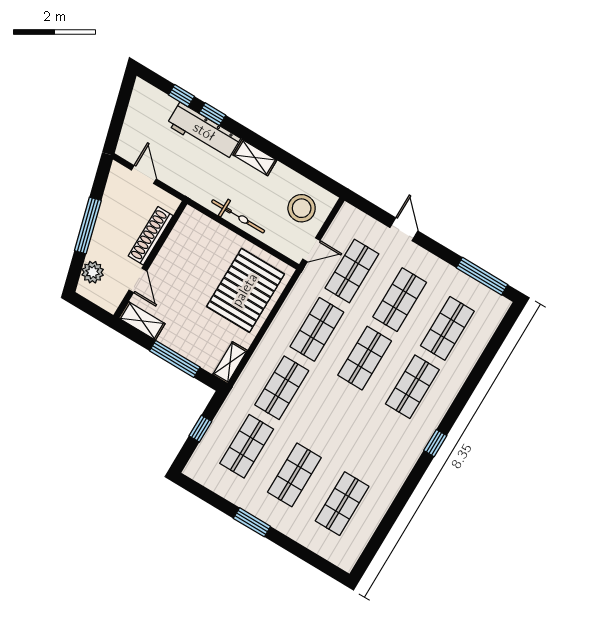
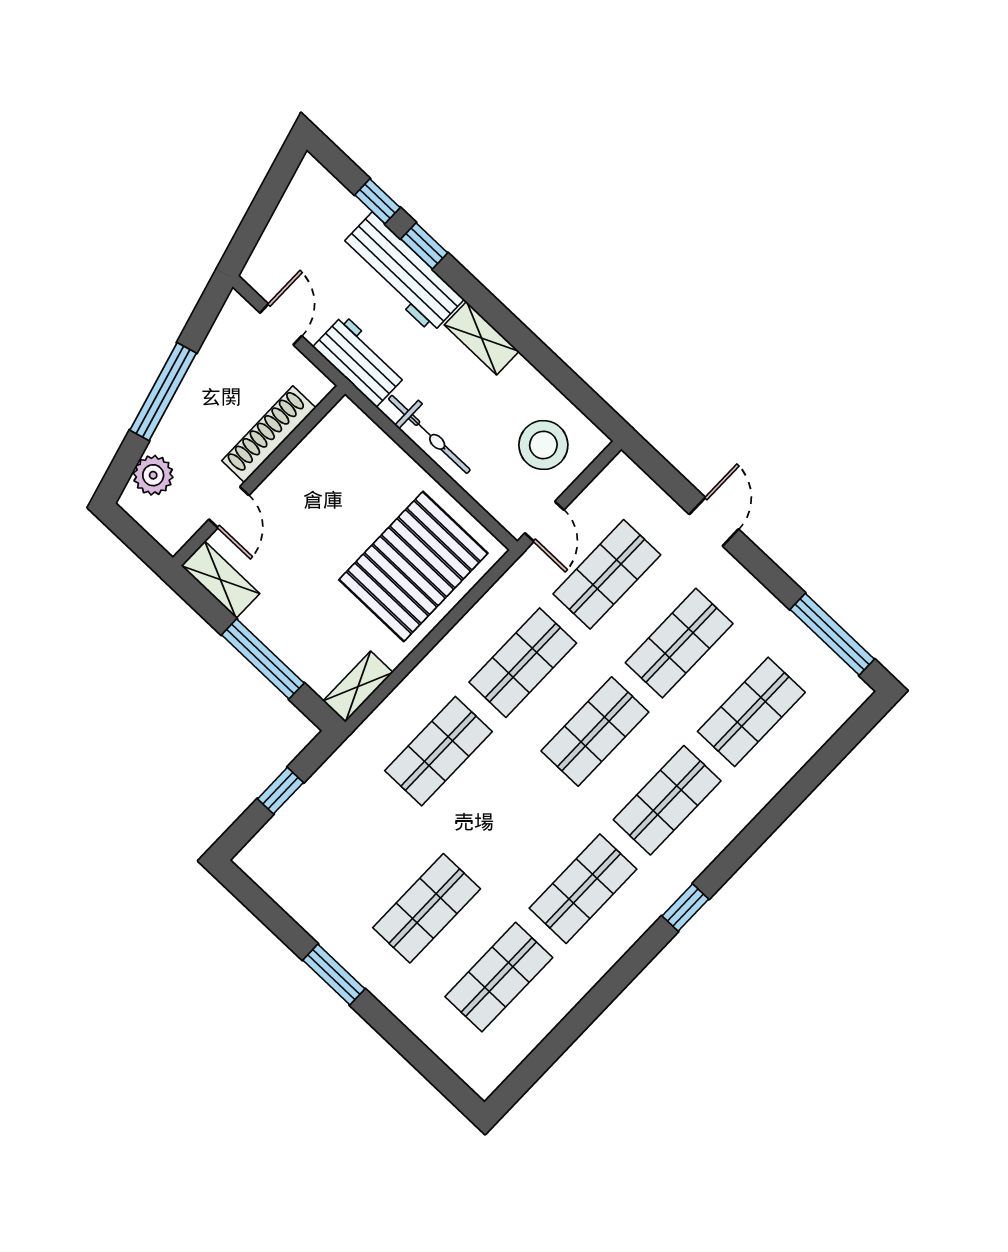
workbench: (191, 185) -> (360, 361), added
door: (311, 250) -> (544, 521), hinge flipped
shop shelf: (247, 446) -> (583, 889), moved

